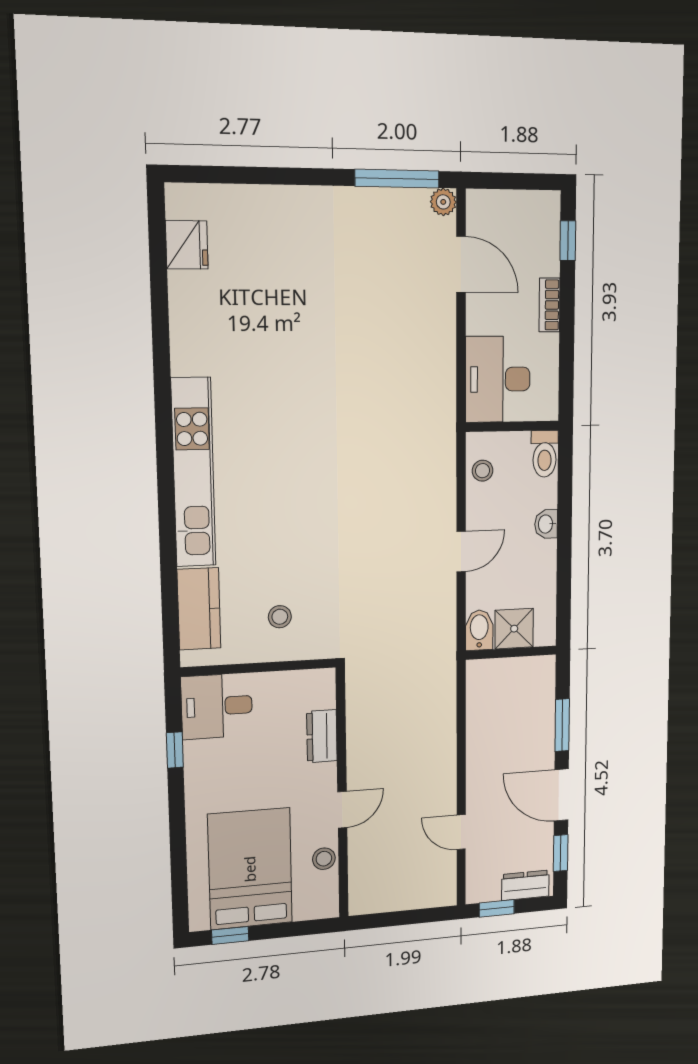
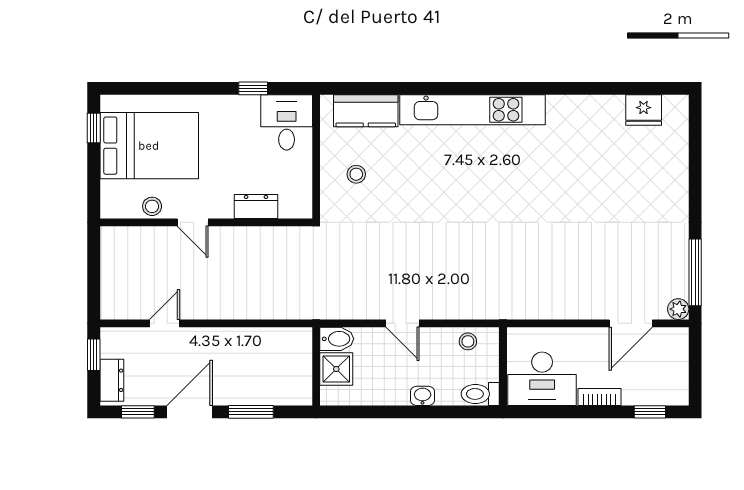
desk: (498, 379) -> (542, 379), moved, turned 180

